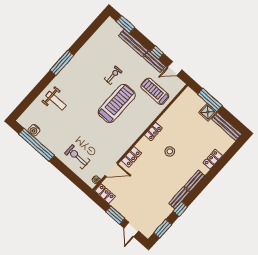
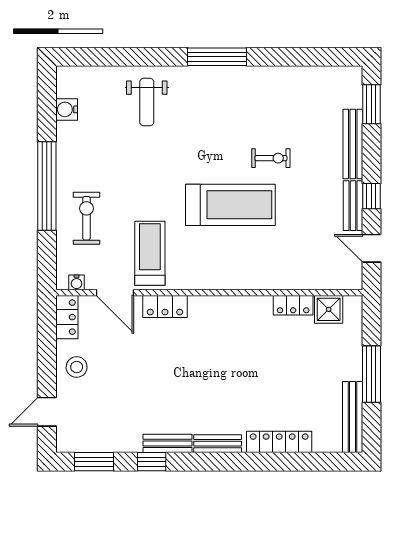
treadmill: (155, 91) -> (150, 253), moved
window: (210, 100) -> (371, 374), moved
shower: (208, 112) -> (329, 309), moved
locker: (153, 132) -> (293, 305), moved
window: (36, 145) -> (47, 186), moved
stool: (170, 151) -> (77, 367), moved
locker: (213, 159) -> (279, 442), width x1.53
window: (115, 215) -> (47, 365), removed

